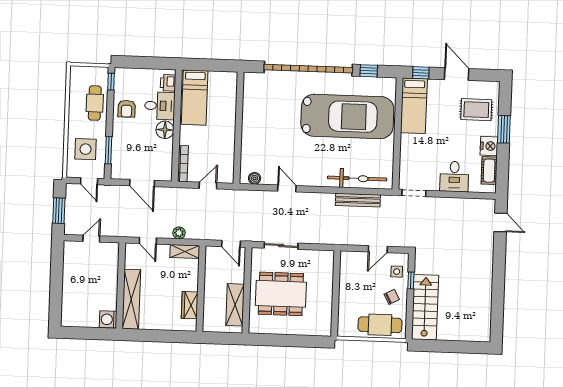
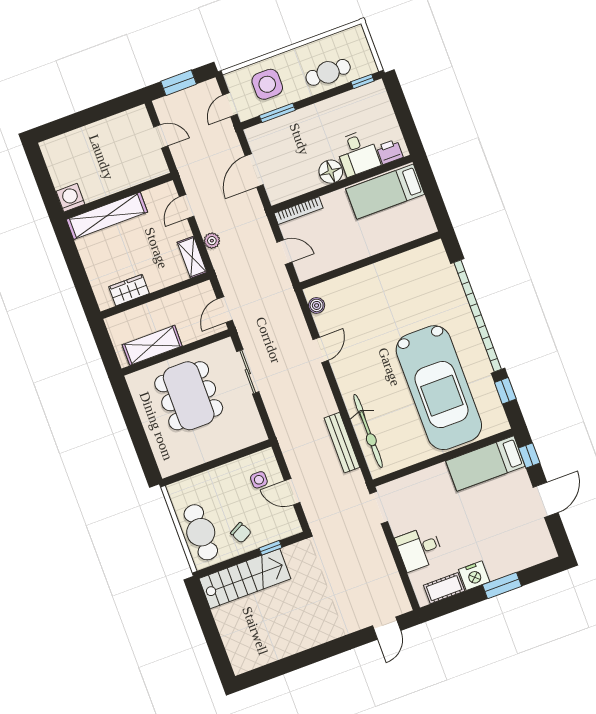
armchair: (127, 109) -> (337, 114), removed
rug: (476, 110) -> (512, 542), removed
side table: (397, 272) -> (259, 480), moved

